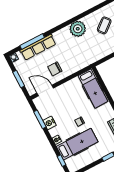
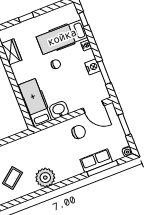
row of seats: (38, 47) -> (96, 161), width x0.68
washbasin: (73, 85) -> (59, 110), added

